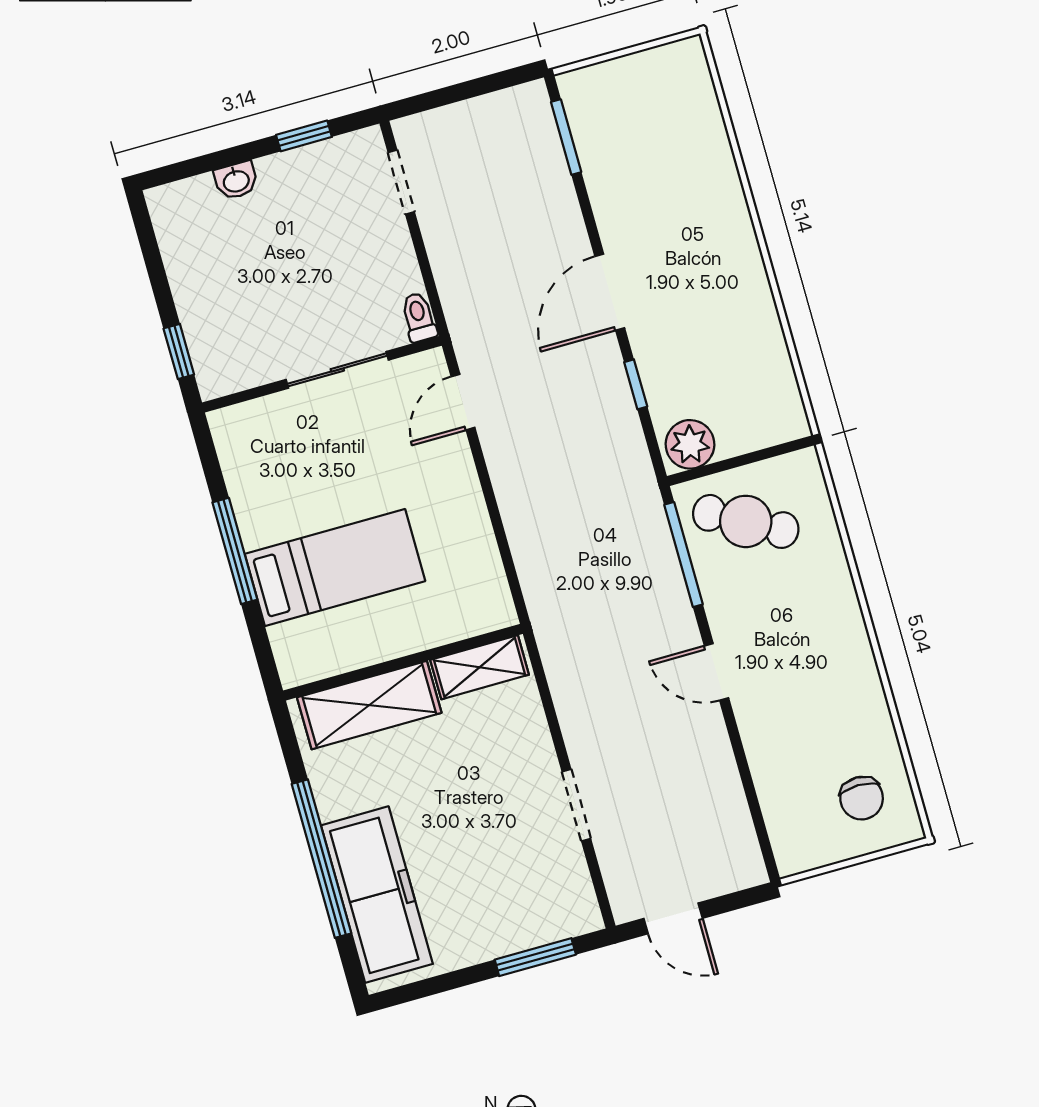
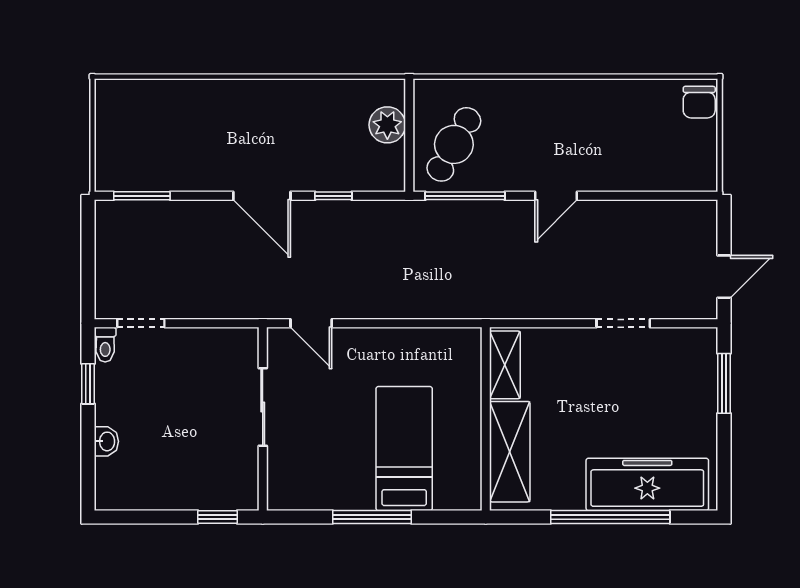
toilet: (419, 317) -> (105, 345), moved, turned -90
plant: (690, 444) -> (387, 125), moved
chair: (862, 798) -> (699, 102), moved, turned 90

